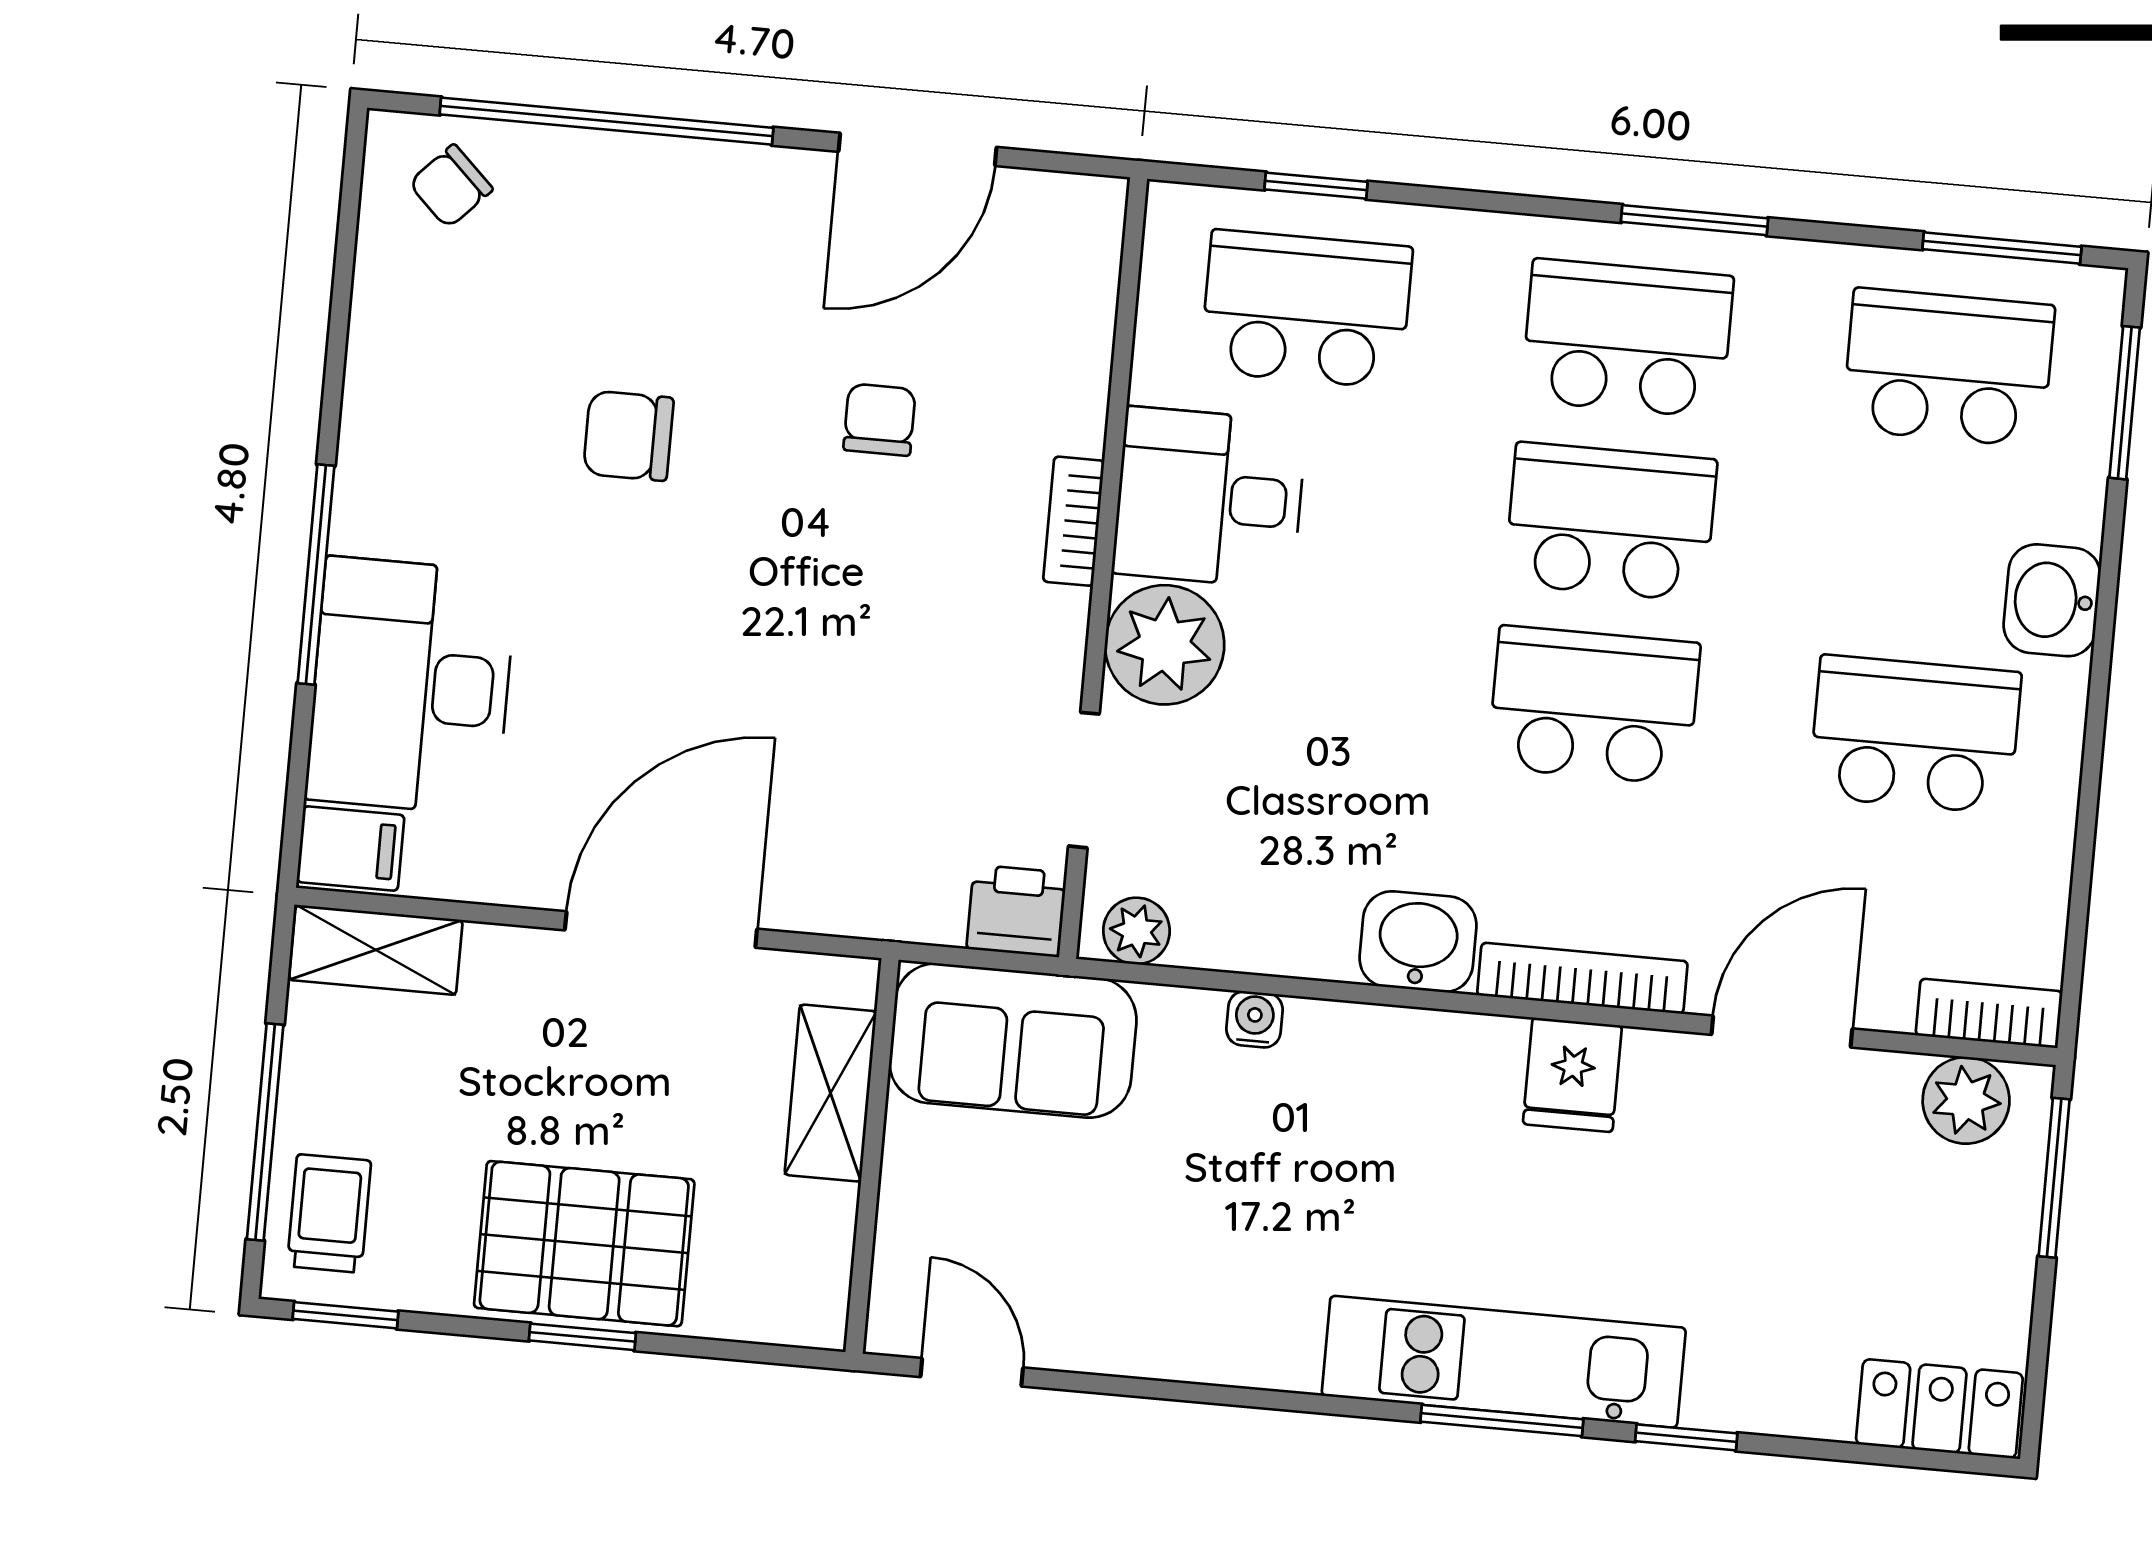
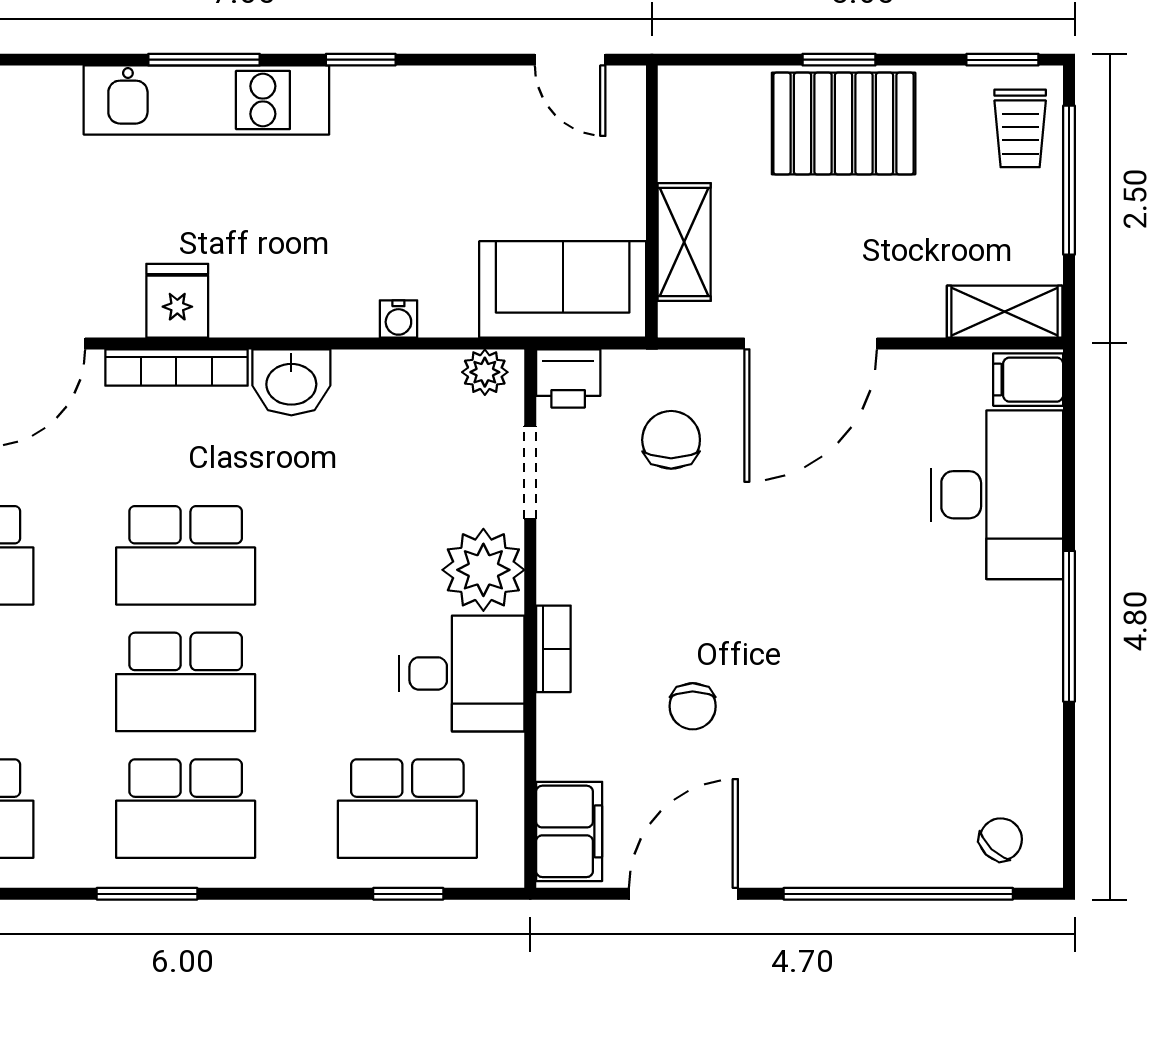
filing cabinet: (1075, 255) -> (569, 831), added
chair: (628, 436) -> (671, 440), moved, turned -90
window: (316, 574) -> (1069, 626), moved
window: (1686, 1437) -> (361, 60), moved

